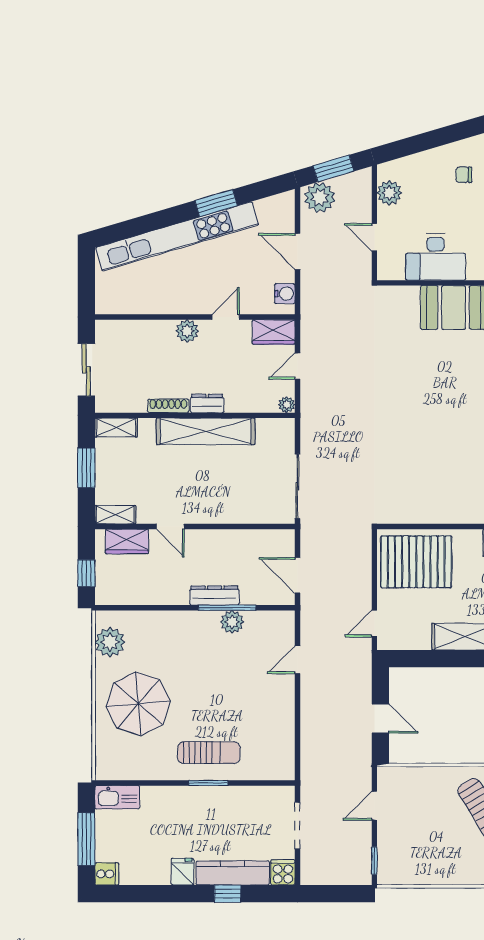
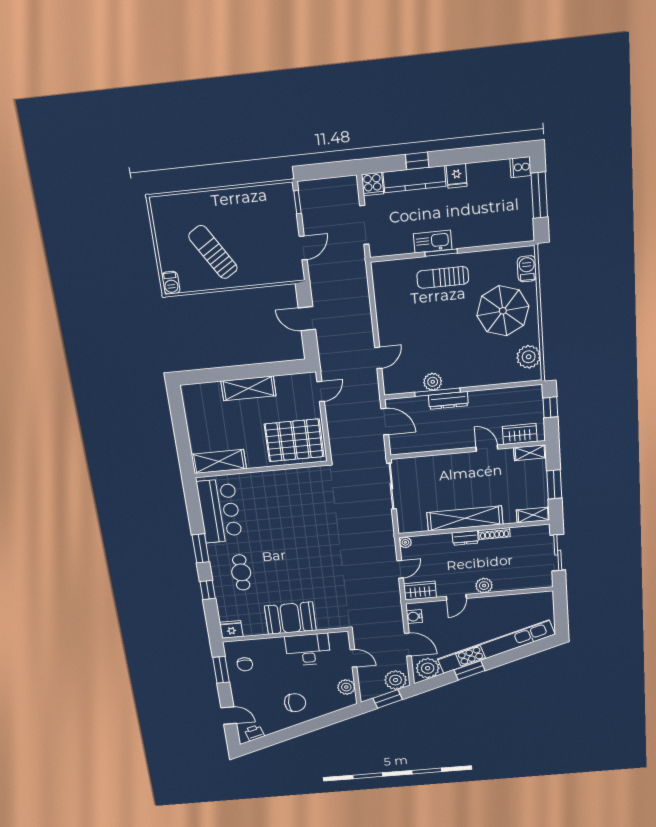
chair: (464, 175) -> (295, 703), width x1.87, depth x1.87
plant: (274, 212) -> (428, 668), added
barbecue: (106, 753) -> (527, 269), added
kitchen sink: (117, 797) -> (433, 242), moved

